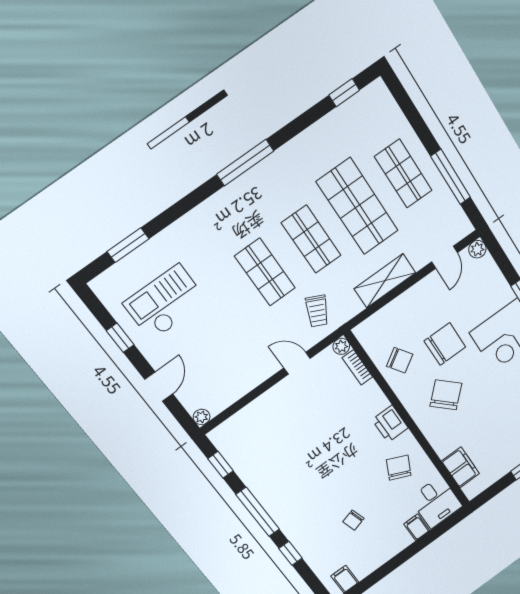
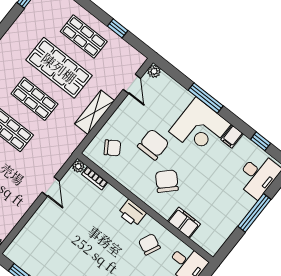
window: (451, 177) -> (118, 28), width x0.46
trolley: (317, 311) -> (54, 146), removed
chair: (400, 360) -> (112, 148), moved
door: (297, 363) -> (51, 187), swing flipped
filing cabinet: (460, 467) -> (184, 223), moved

